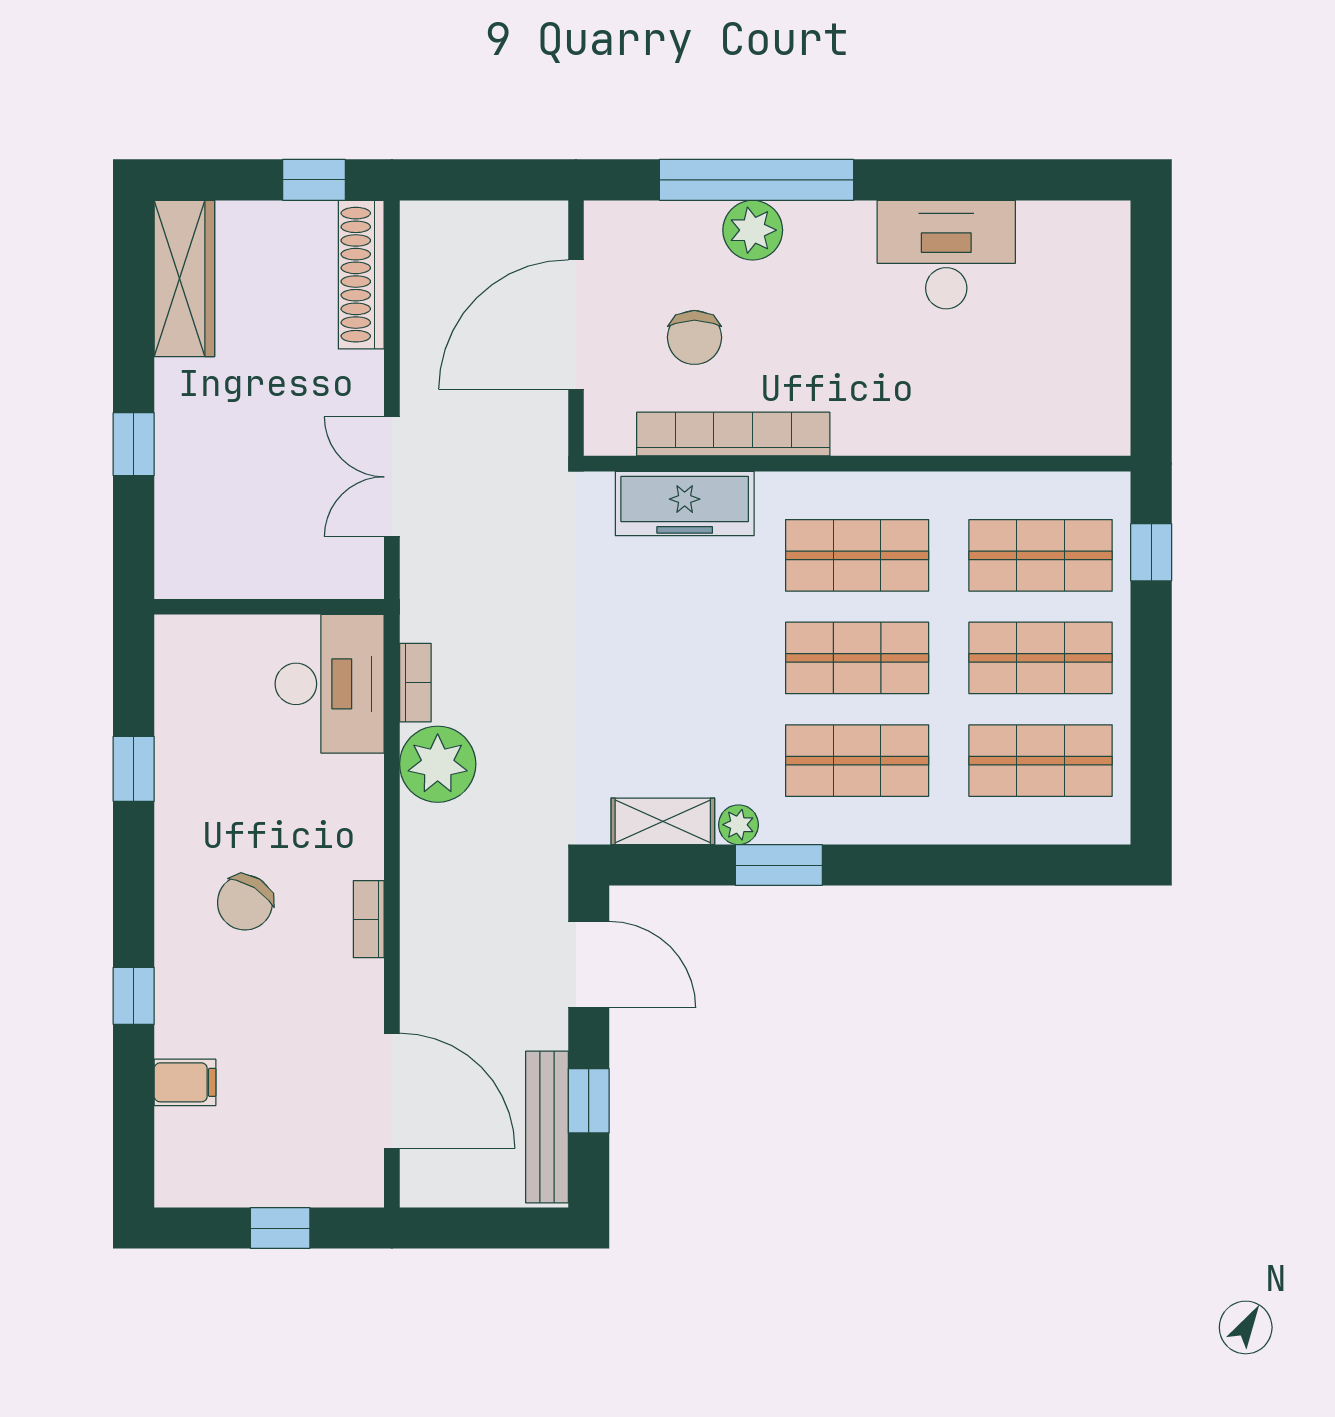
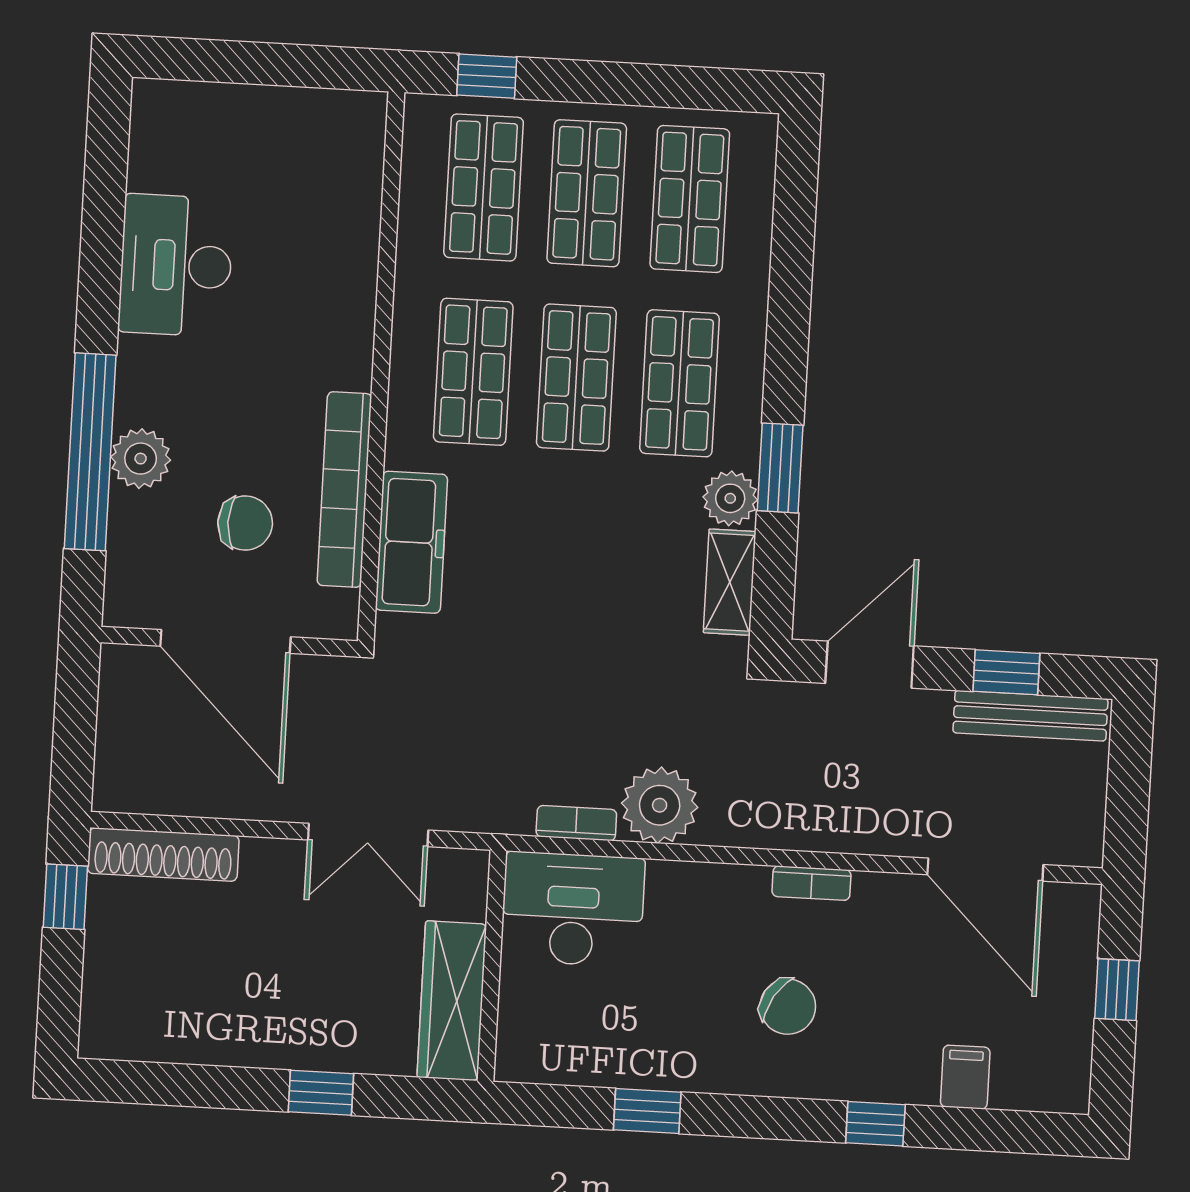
wardrobe: (184, 278) -> (452, 1001), moved, turned -90
plant: (738, 825) -> (730, 498), width x1.38, depth x1.38
door: (392, 1091) -> (985, 870), swing flipped

